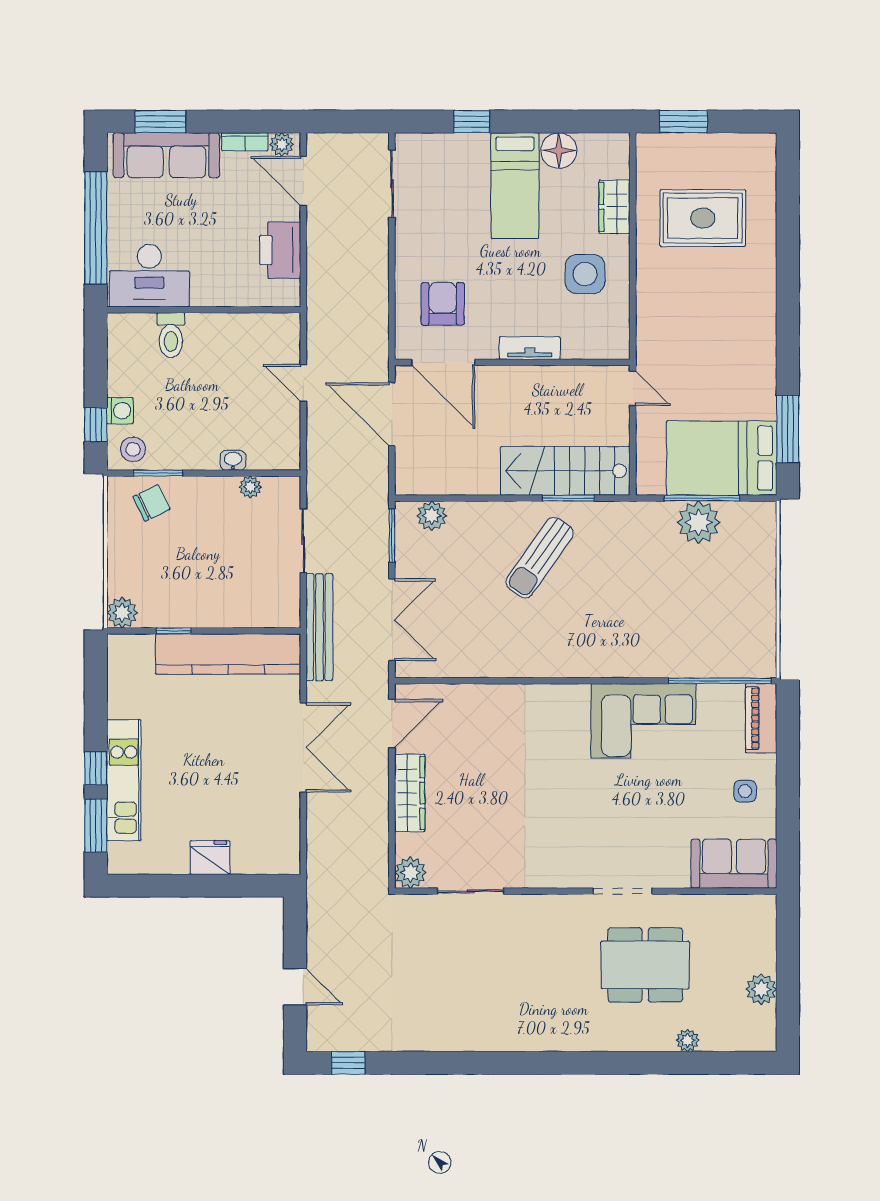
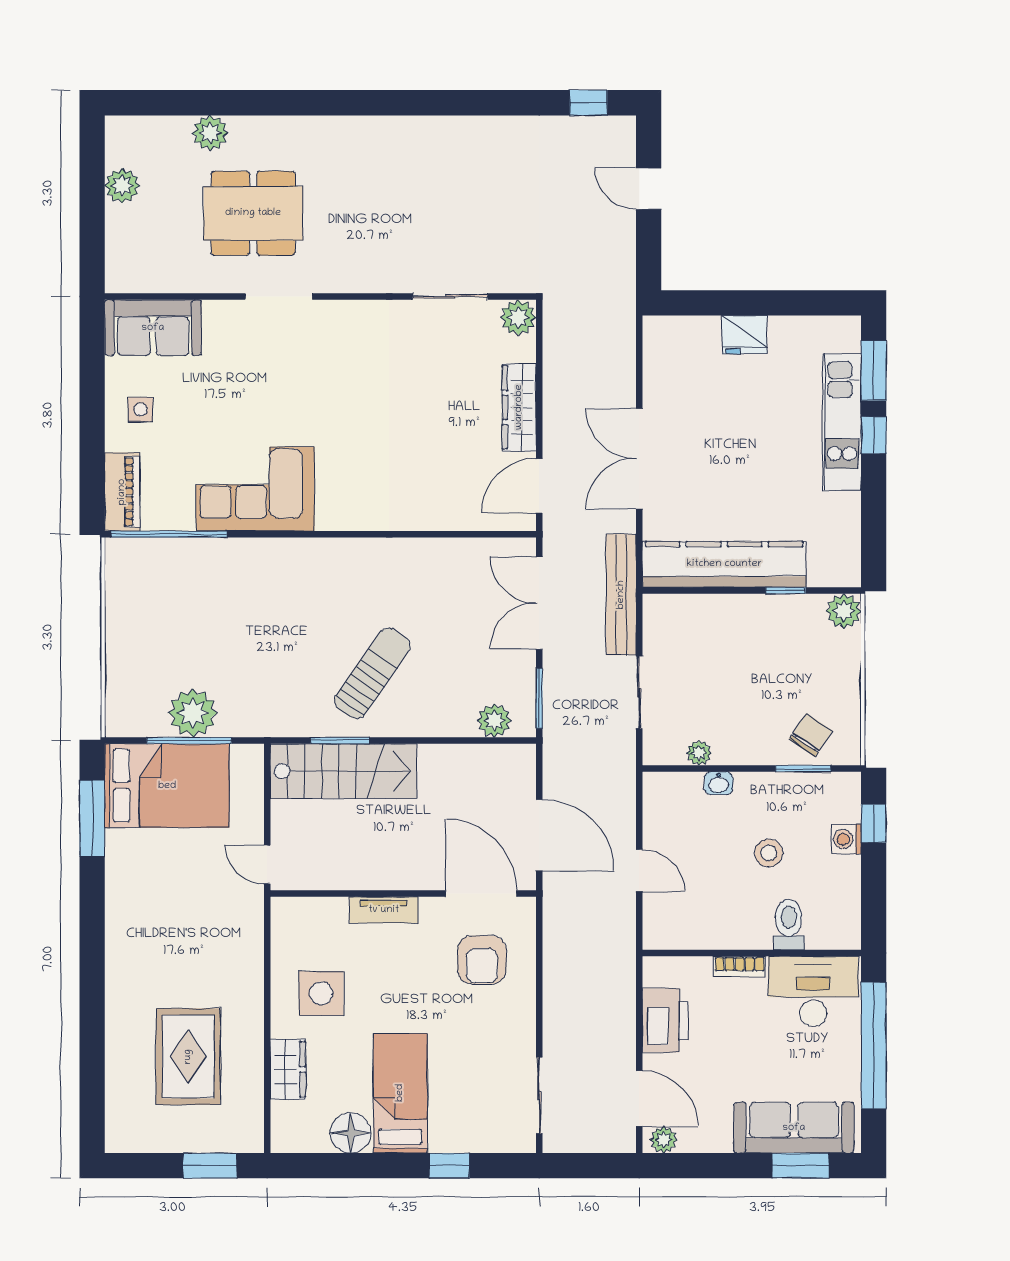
bookcase: (245, 142) -> (740, 967), moved, turned 180
rug: (703, 218) -> (188, 1057), turned 90
stool: (133, 449) -> (769, 853), moved
chair: (151, 503) -> (811, 735), turned 150
plant: (687, 1040) -> (210, 133), width x1.38, depth x1.38

